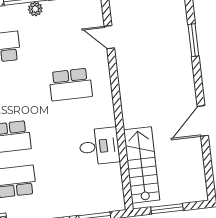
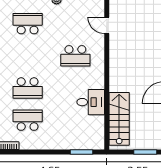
window: (167, 209) -> (145, 152), moved

